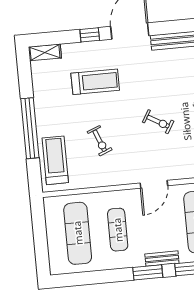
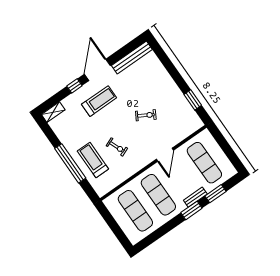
treadmill: (95, 82) -> (99, 101), moved
treadmill: (55, 160) -> (93, 160), moved
exercise mat: (118, 230) -> (158, 195), width x1.36, depth x1.45

